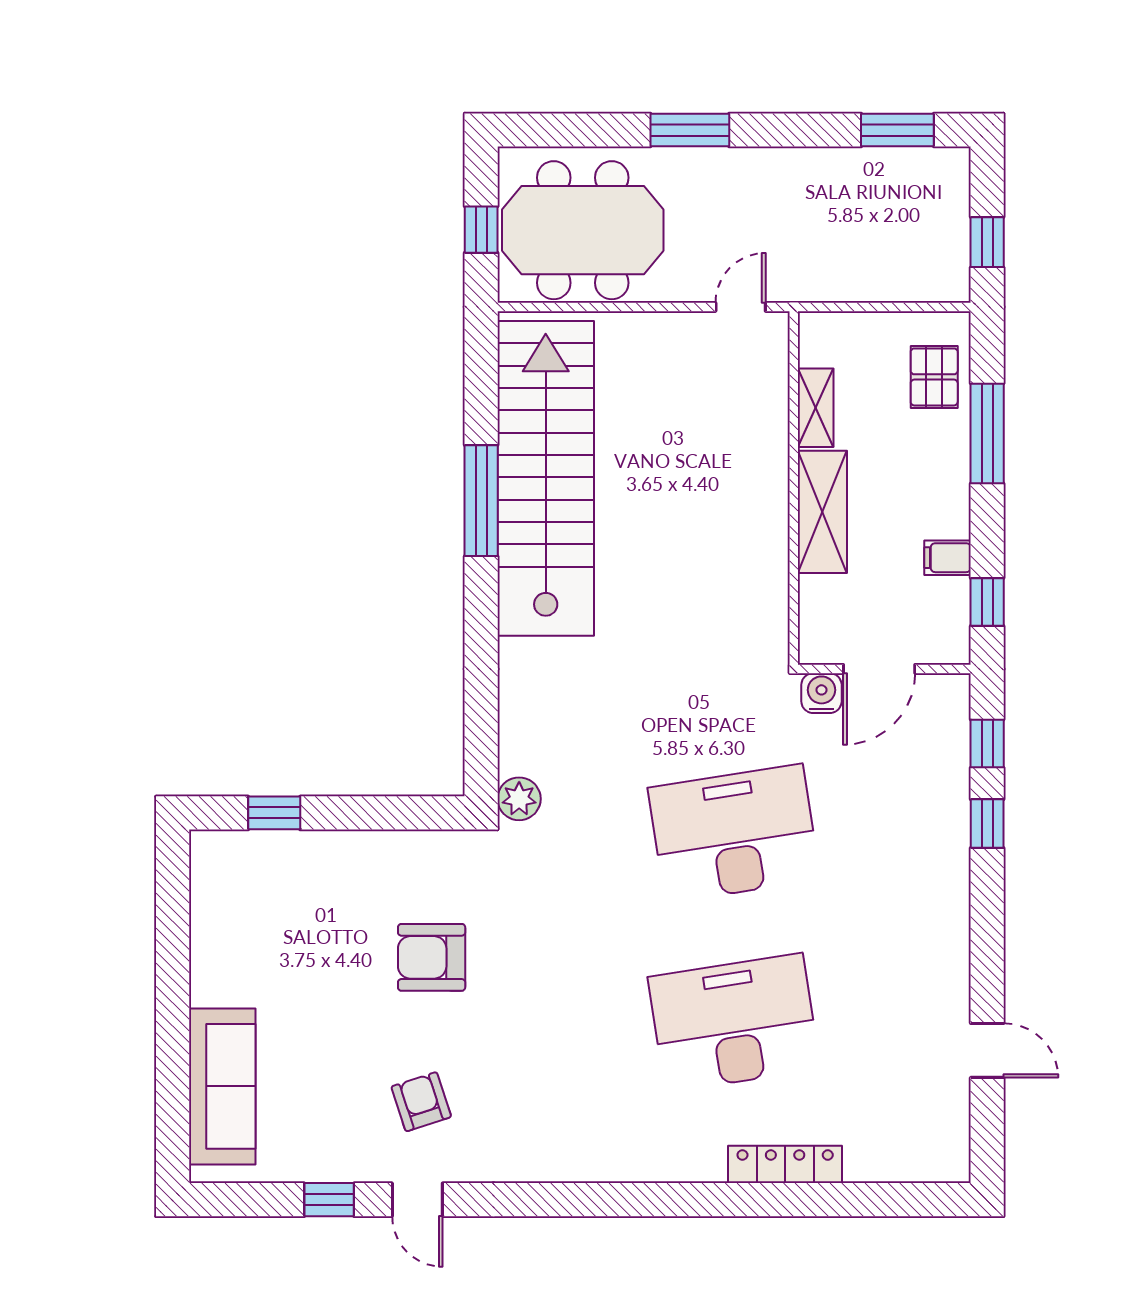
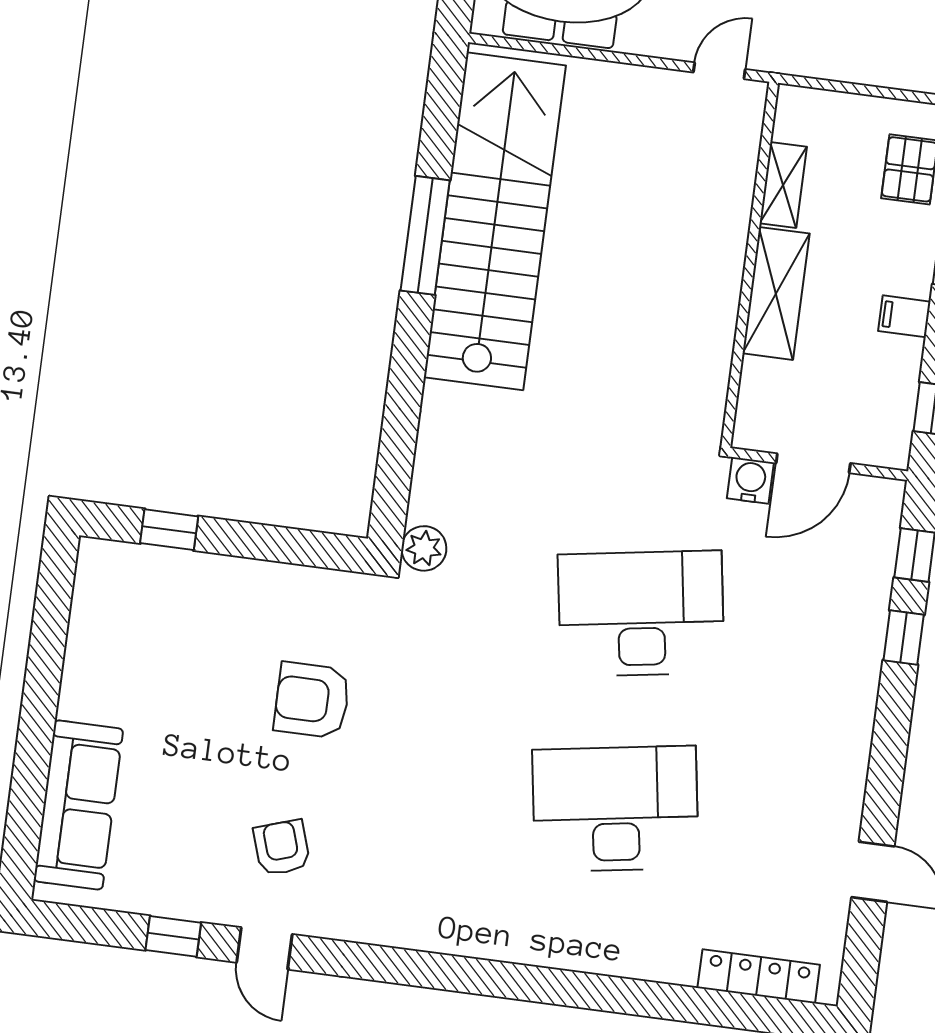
filing cabinet: (948, 558) -> (904, 316), moved
locker: (785, 1164) -> (759, 976), moved

